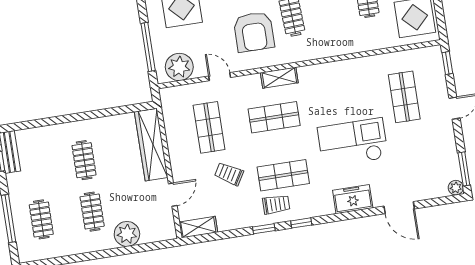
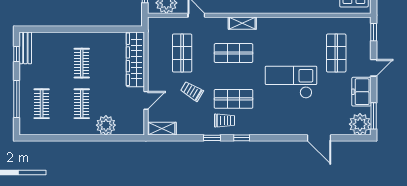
plant: (456, 188) -> (360, 124), width x1.88, depth x1.88
freezer: (353, 199) -> (361, 92), moved, turned -90

